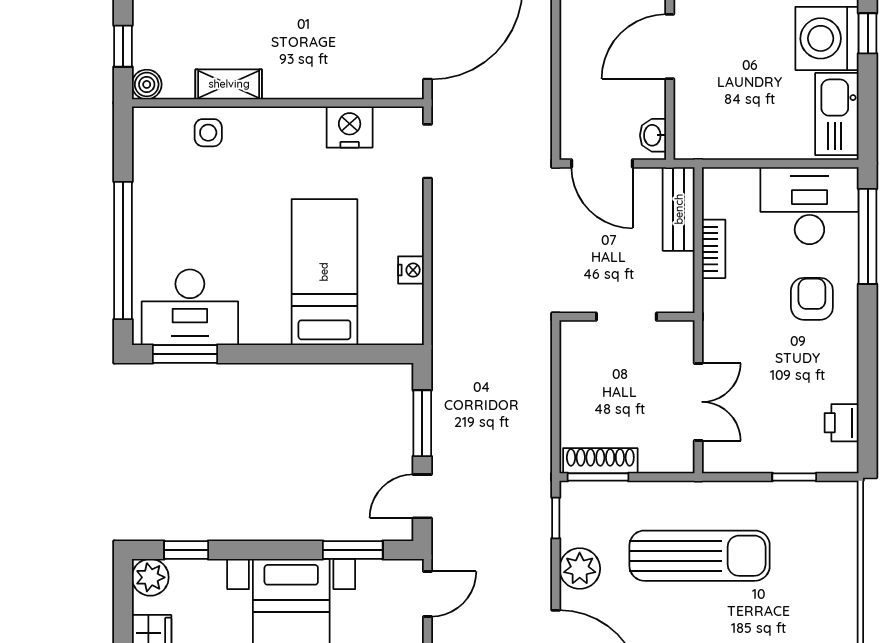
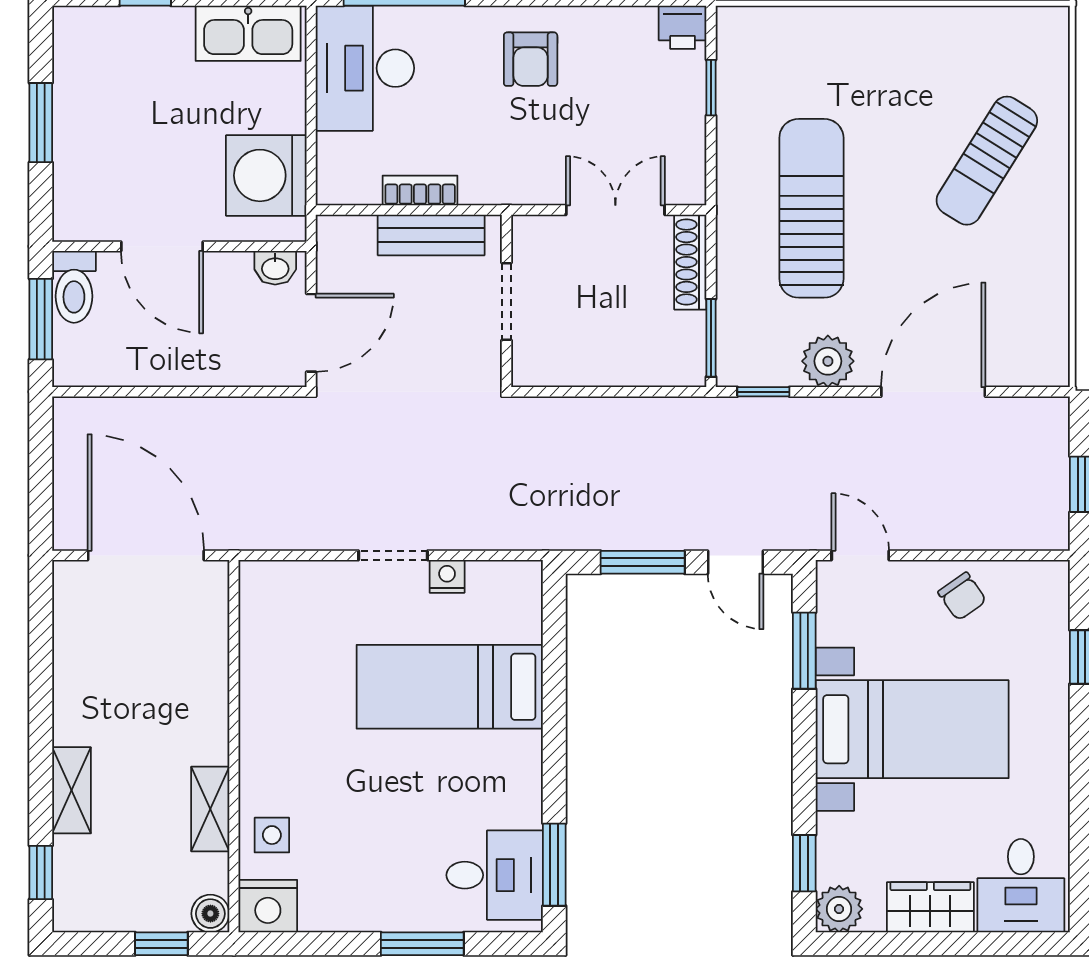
washing machine: (827, 38) -> (266, 175), moved, turned 90
nightstand: (350, 127) -> (268, 906), moved, turned -90
doorway: (428, 151) -> (393, 555), moved
bench: (679, 209) -> (431, 235), moved
window: (123, 251) -> (422, 944), width x0.47
armchair: (812, 299) -> (531, 59), moved, turned -90
desk: (190, 307) -> (495, 875), width x0.73
printer: (842, 423) -> (683, 27), moved
shoe rack: (600, 461) -> (690, 262), moved

